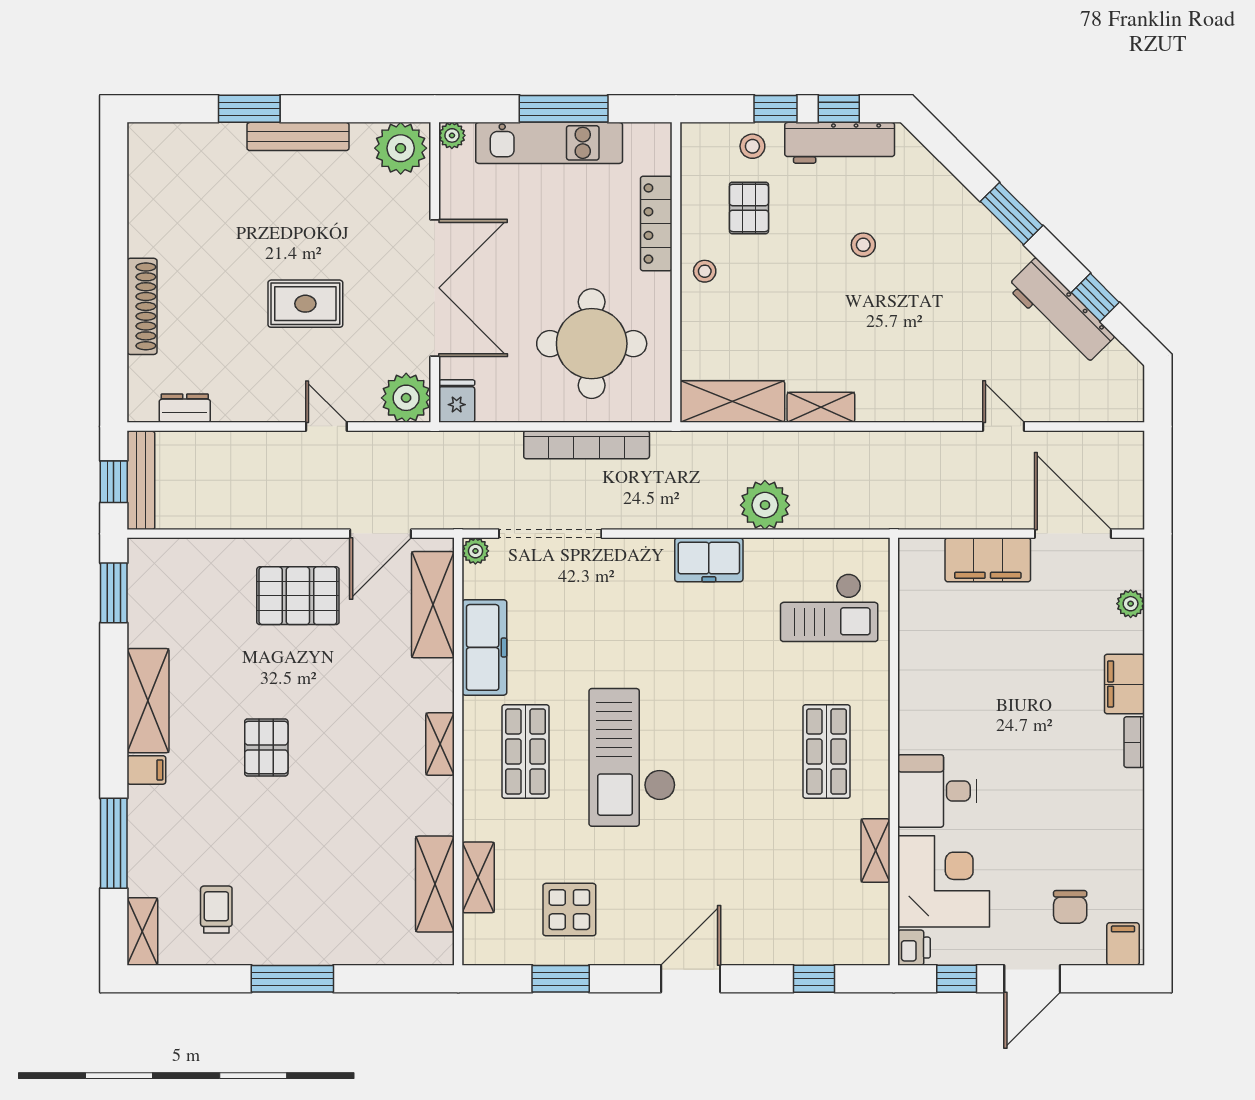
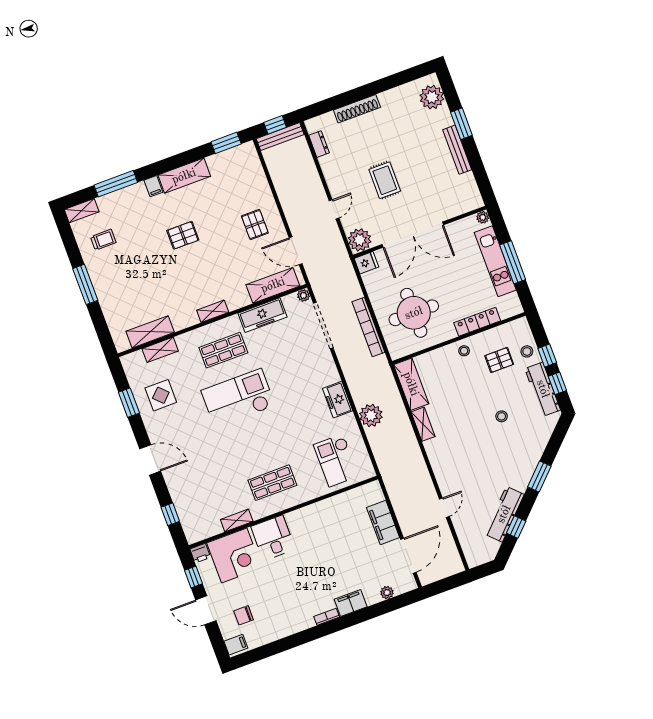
plant: (401, 148) -> (432, 97), moved
pallet: (298, 596) -> (255, 224), width x0.67, depth x0.71

